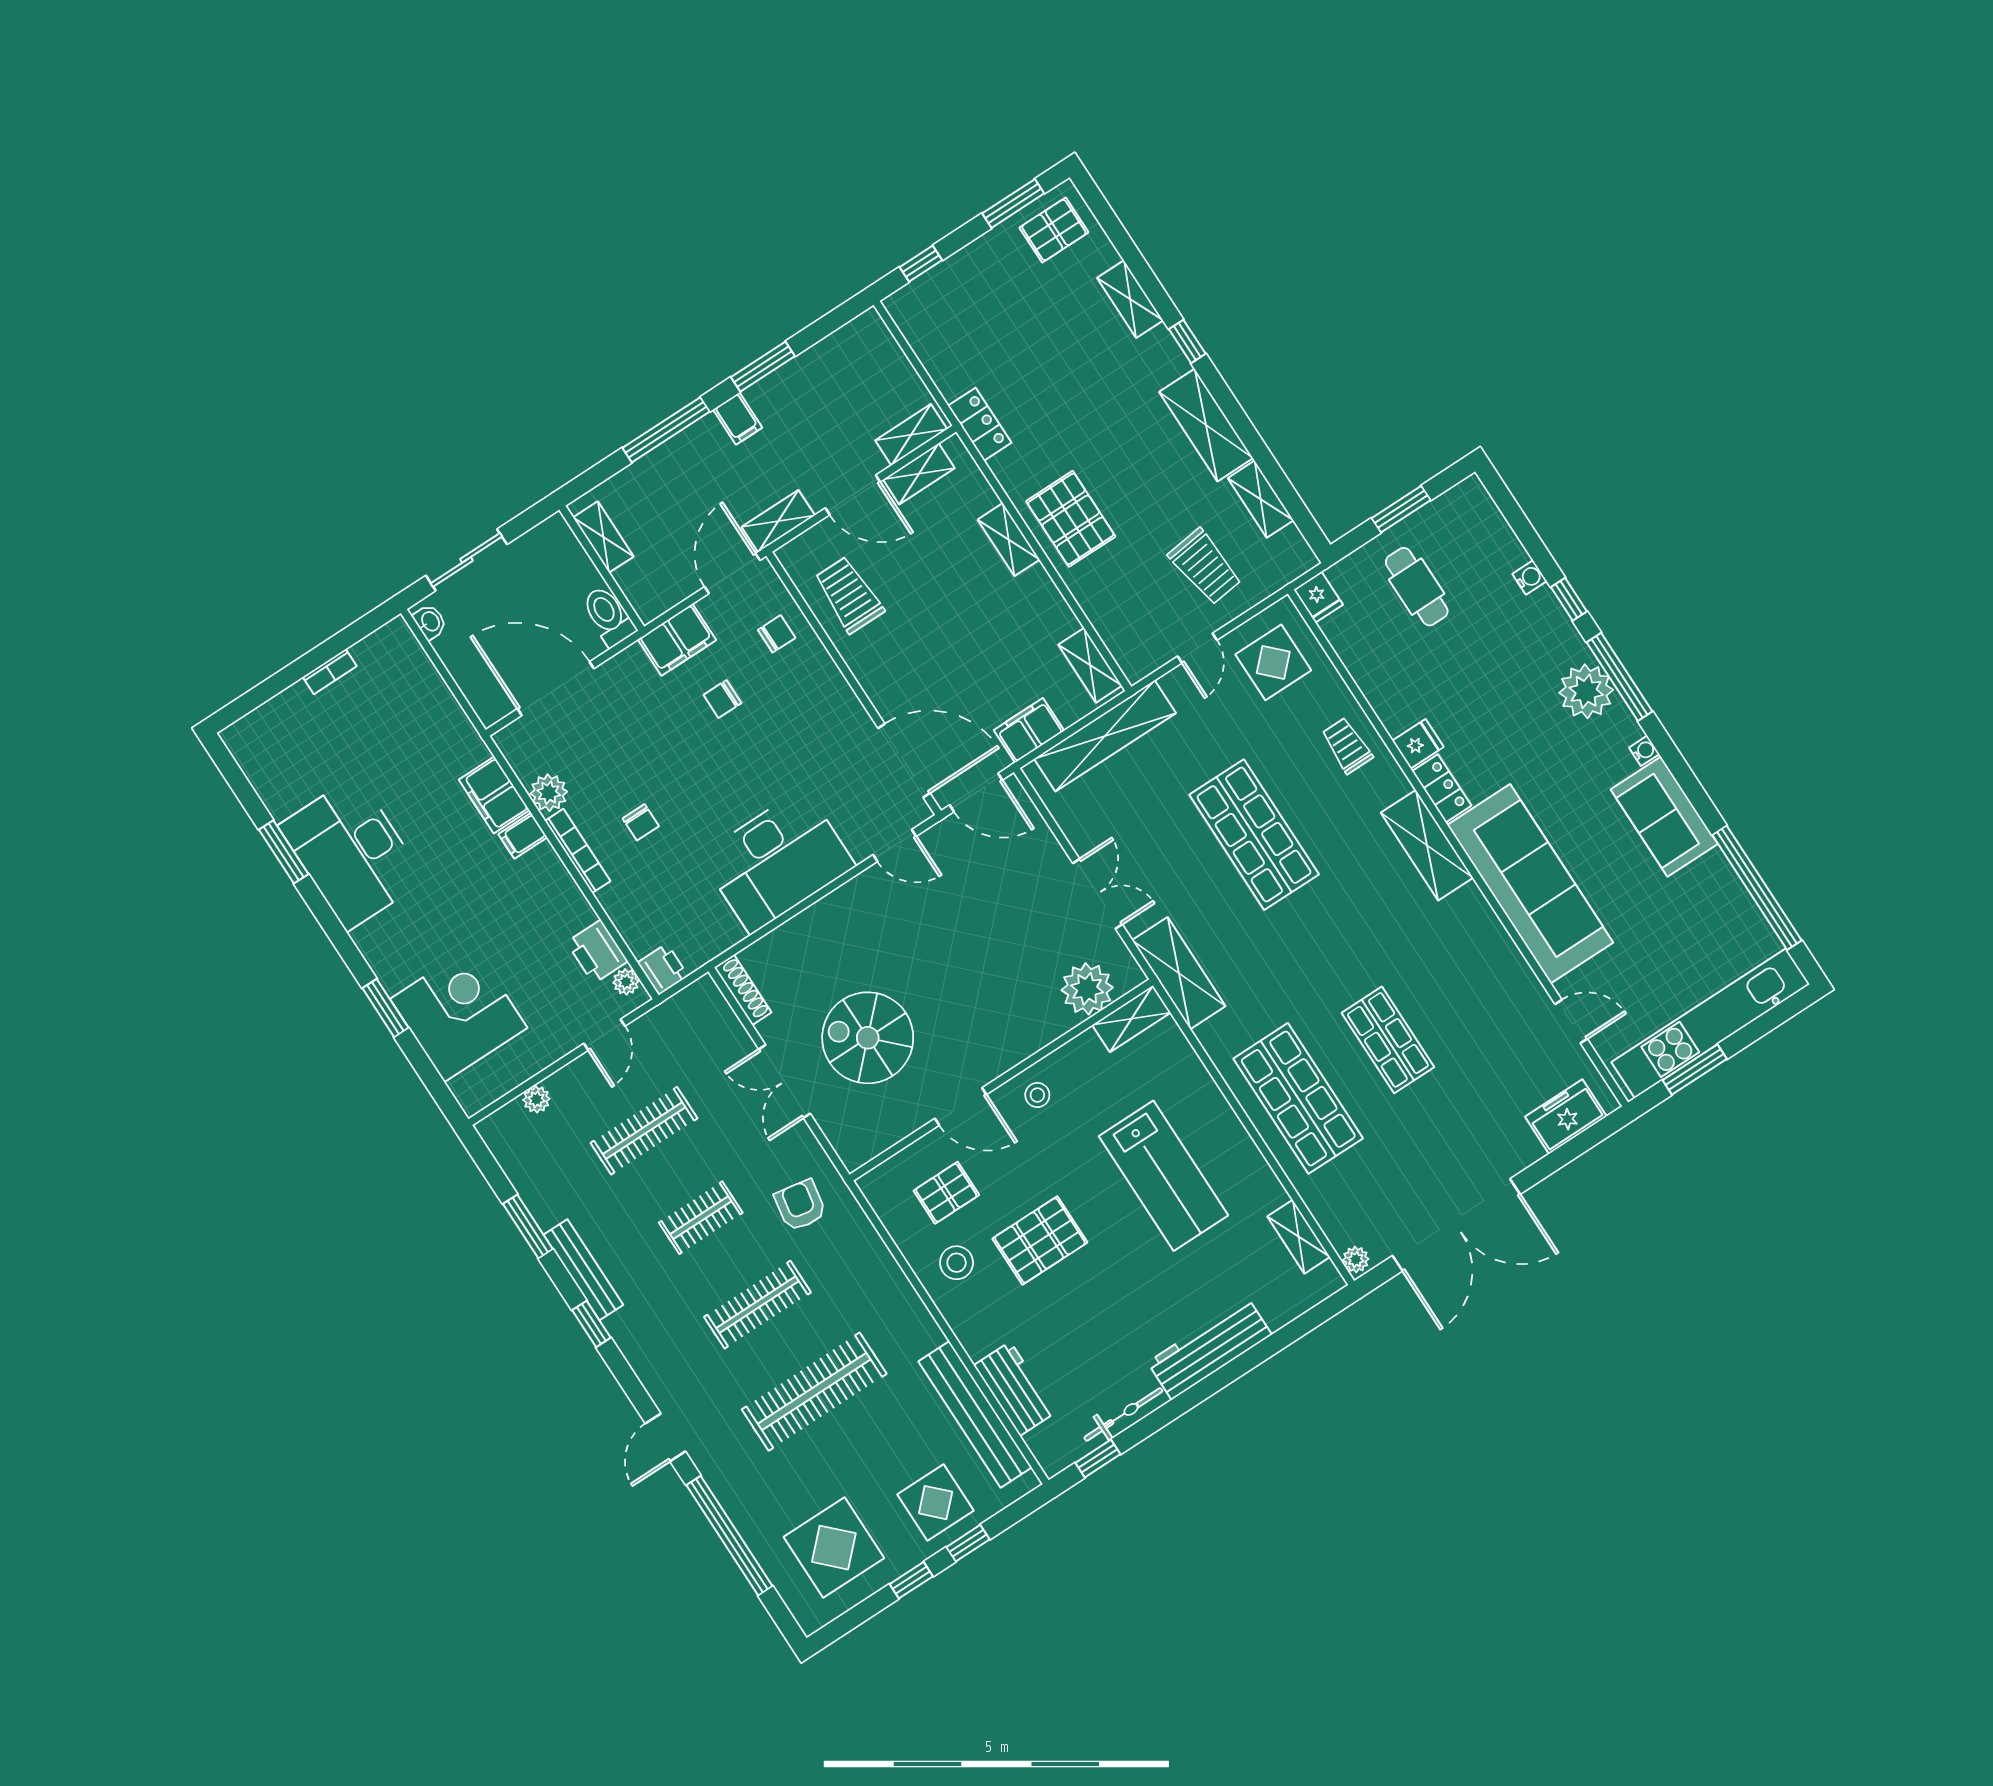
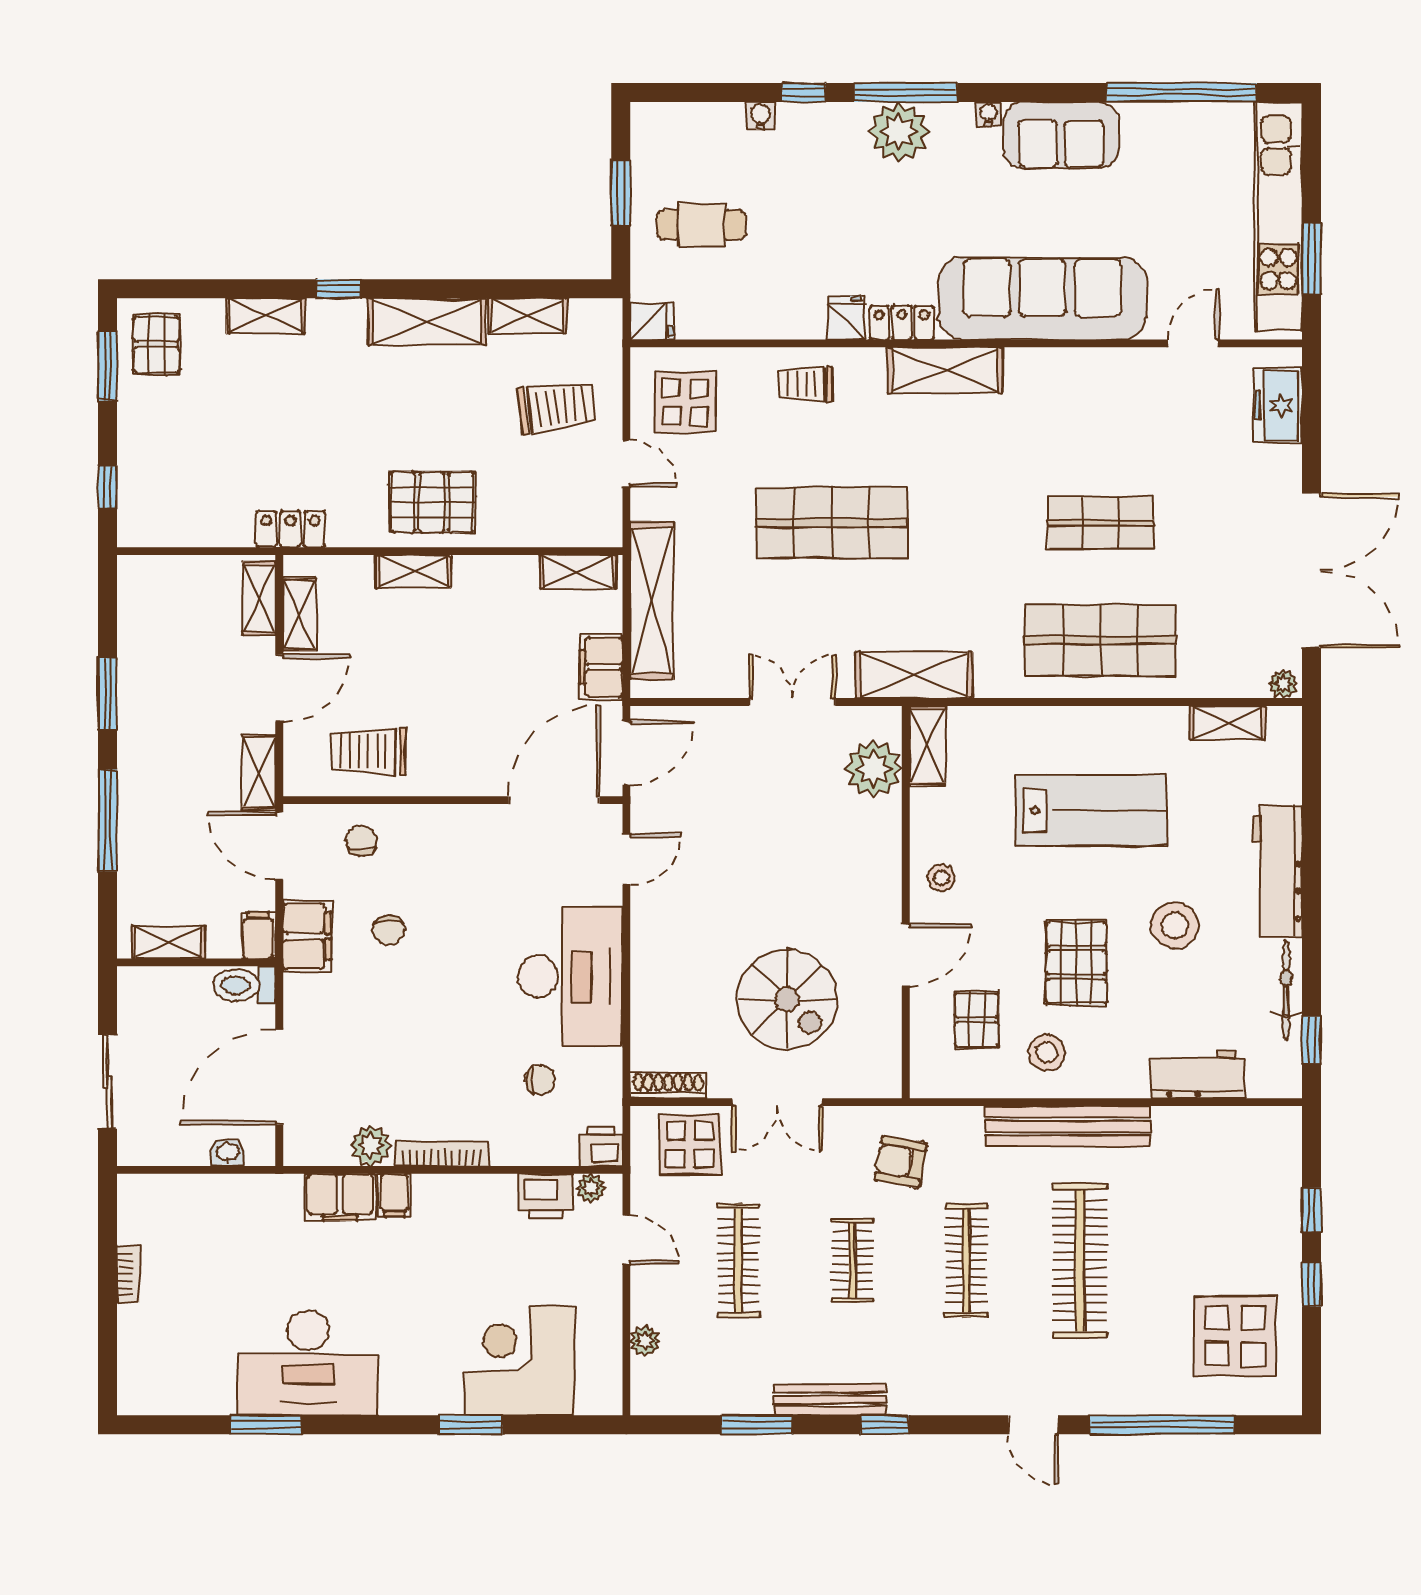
filing cabinet: (738, 419) -> (258, 935), moved, turned -90
washbasin: (430, 622) -> (228, 1152), moved
chair: (641, 822) -> (540, 1080), moved
spiral stairs: (868, 1038) -> (787, 999), turned -90
stool: (1117, 1297) -> (1175, 925), added
bench: (975, 1414) -> (1068, 1126), moved
display table: (936, 1503) -> (690, 1145), moved

